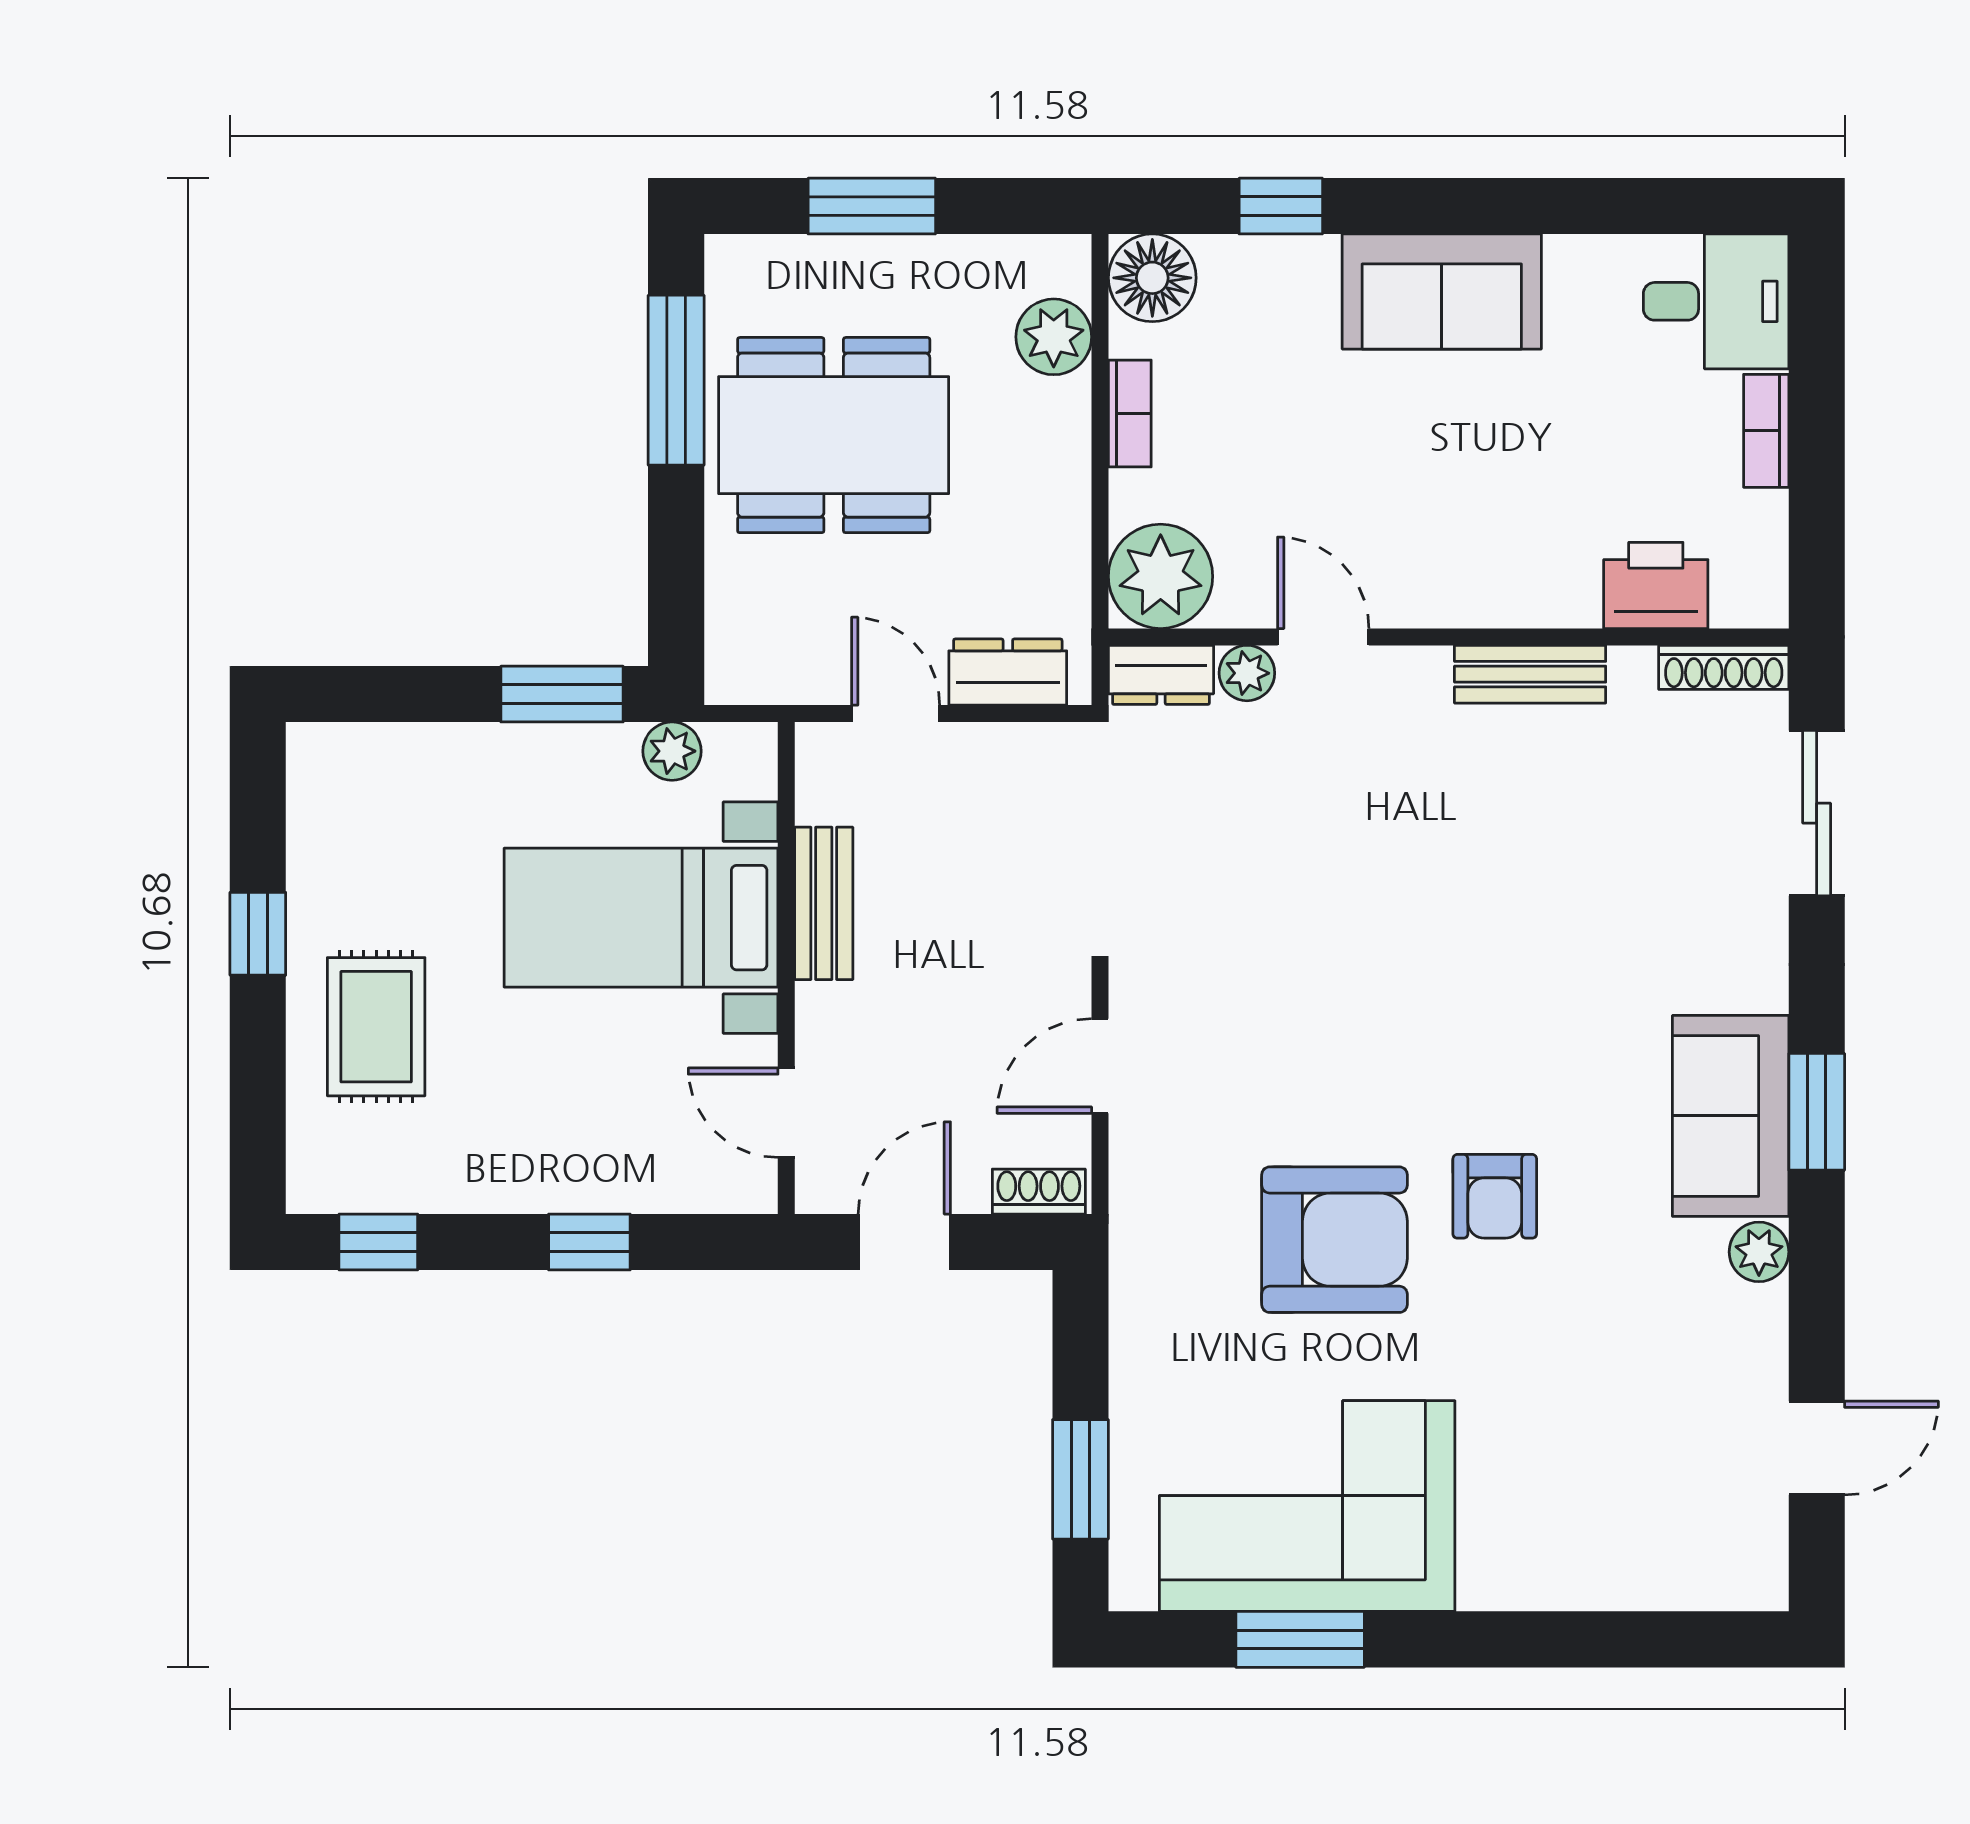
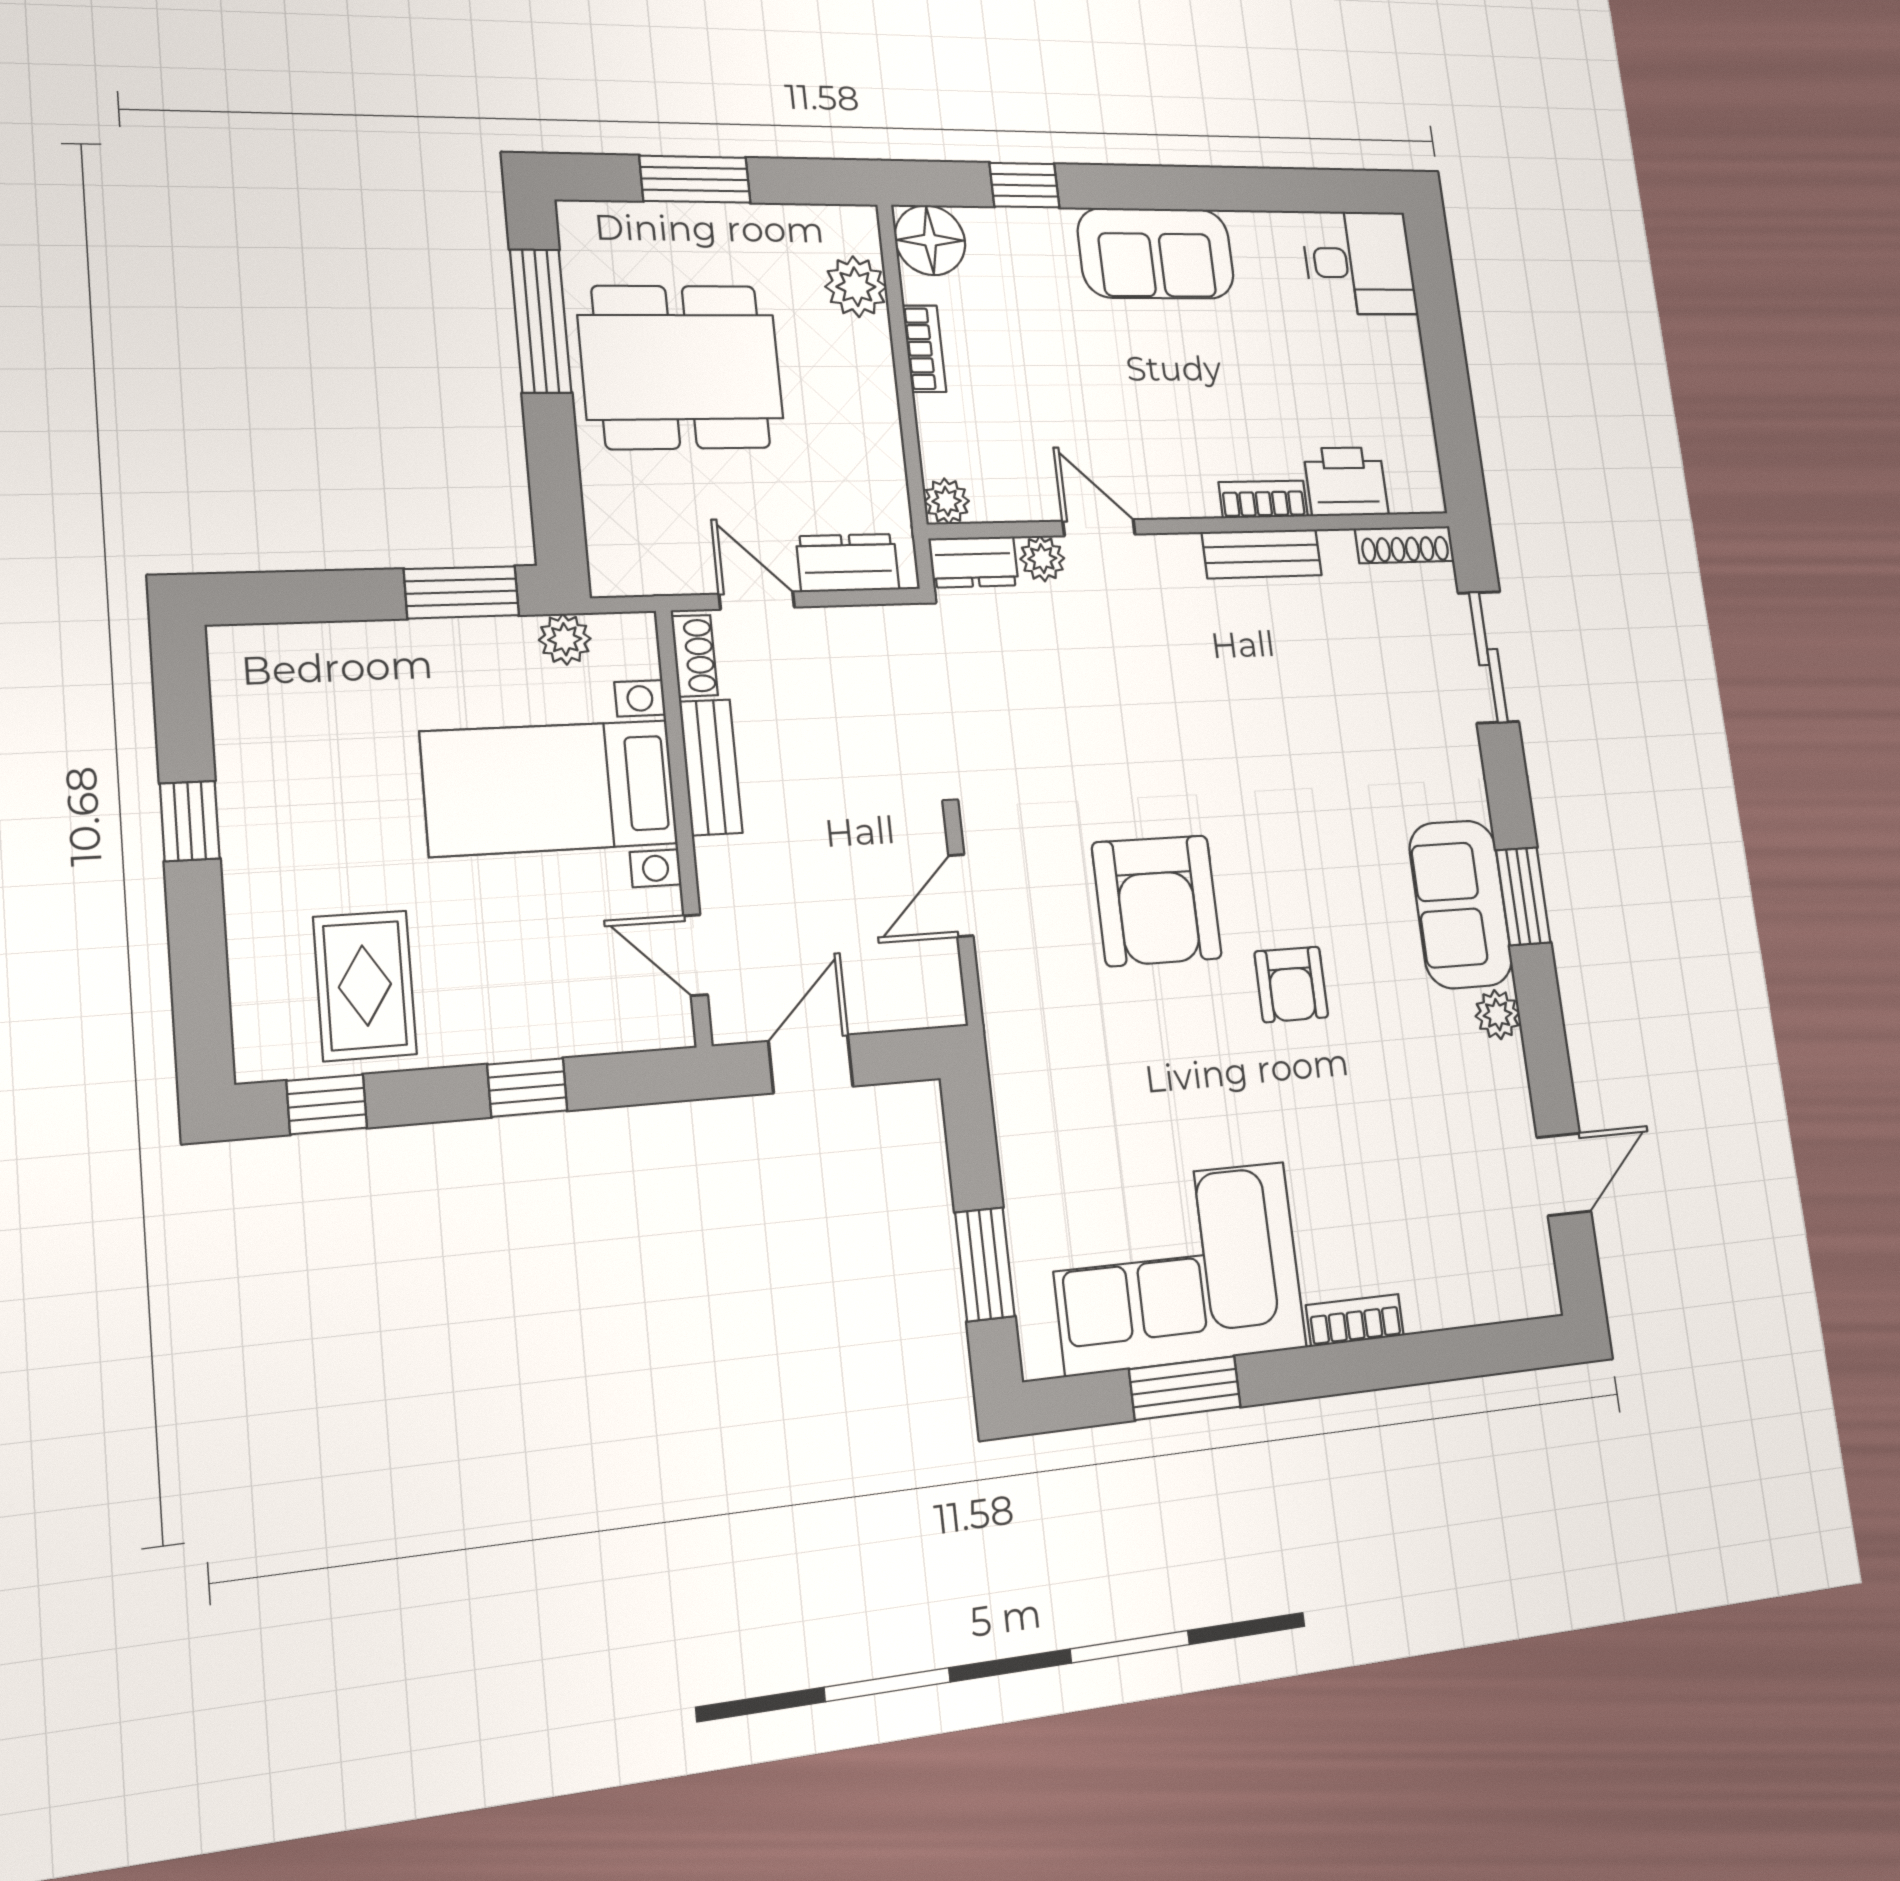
bookcase: (1766, 431) -> (1263, 499), moved, turned 90
plant: (1161, 576) -> (947, 501), width x0.53, depth x0.53
rug: (376, 1027) -> (365, 985), moved
shoe rack: (1039, 1192) -> (695, 656), moved, turned 90
armchair: (1335, 1240) -> (1157, 901), moved, turned 90
bookcase: (1520, 1588) -> (1355, 1320), added

